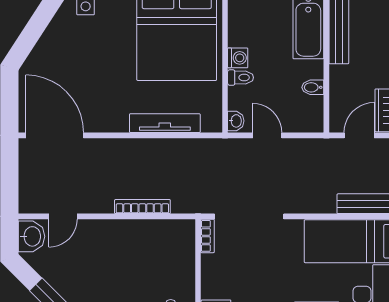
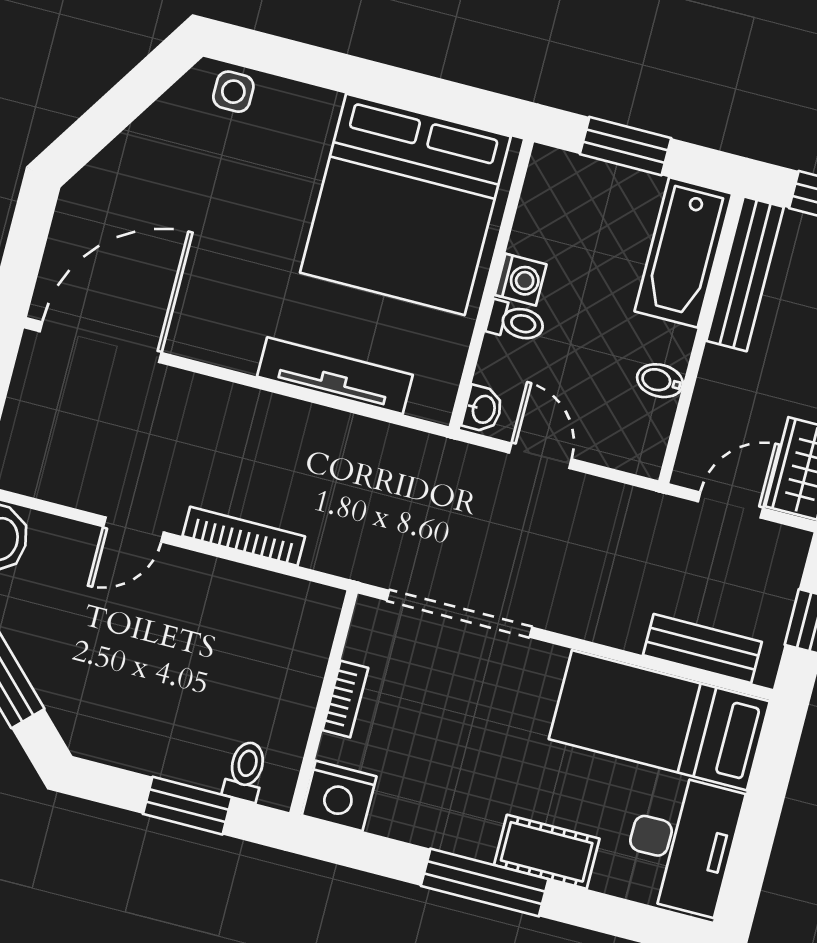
door: (55, 135) -> (101, 342), hinge flipped
door: (63, 216) -> (133, 529), moved
bookcase: (207, 236) -> (345, 699), moved

